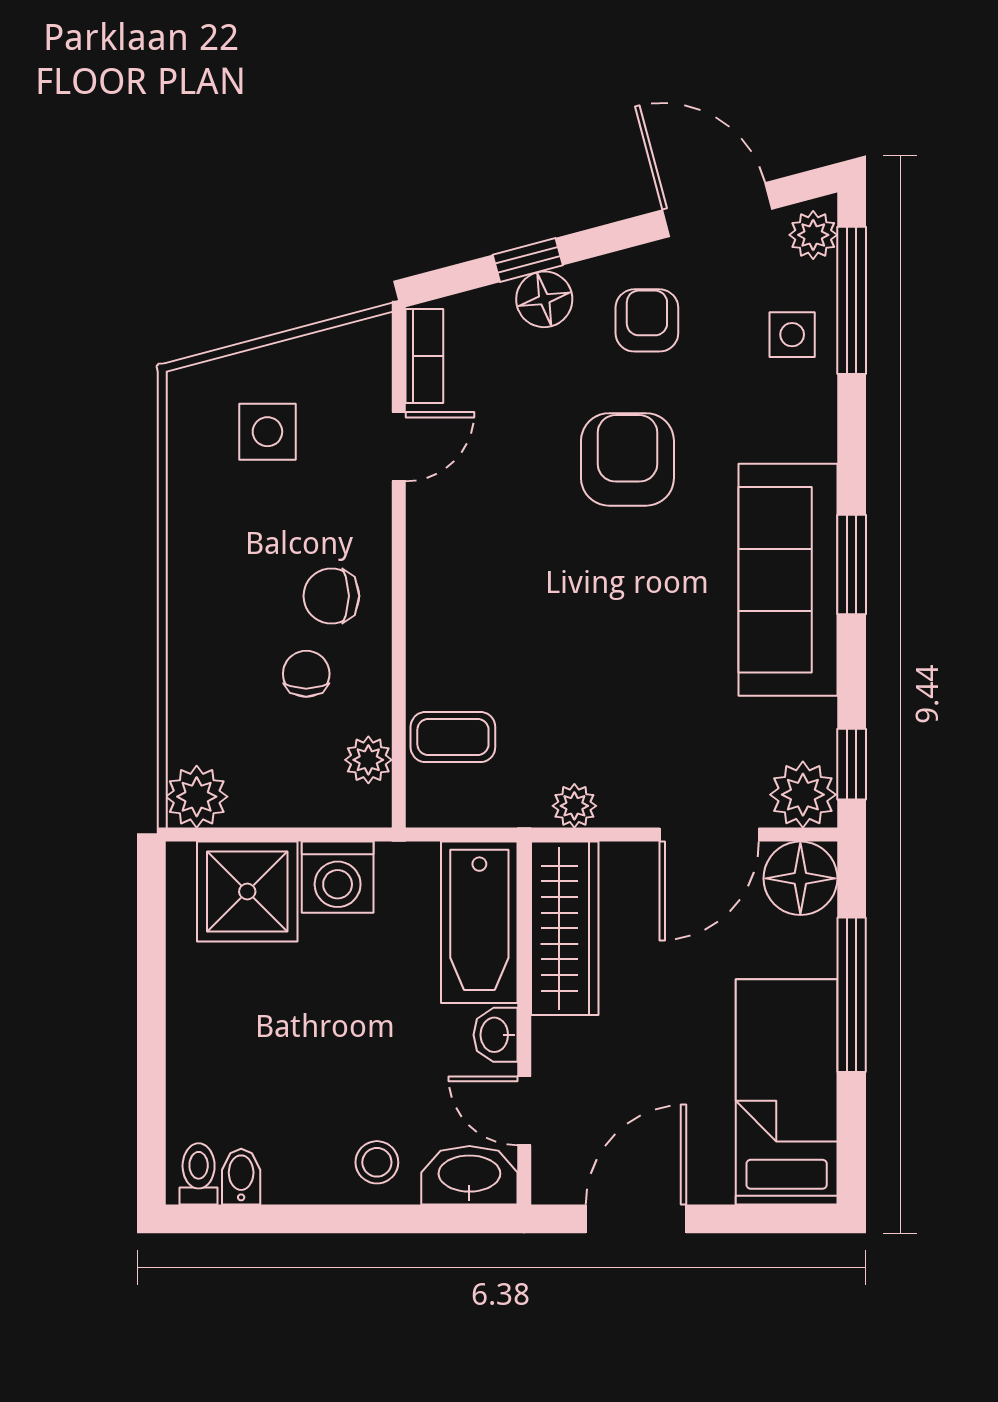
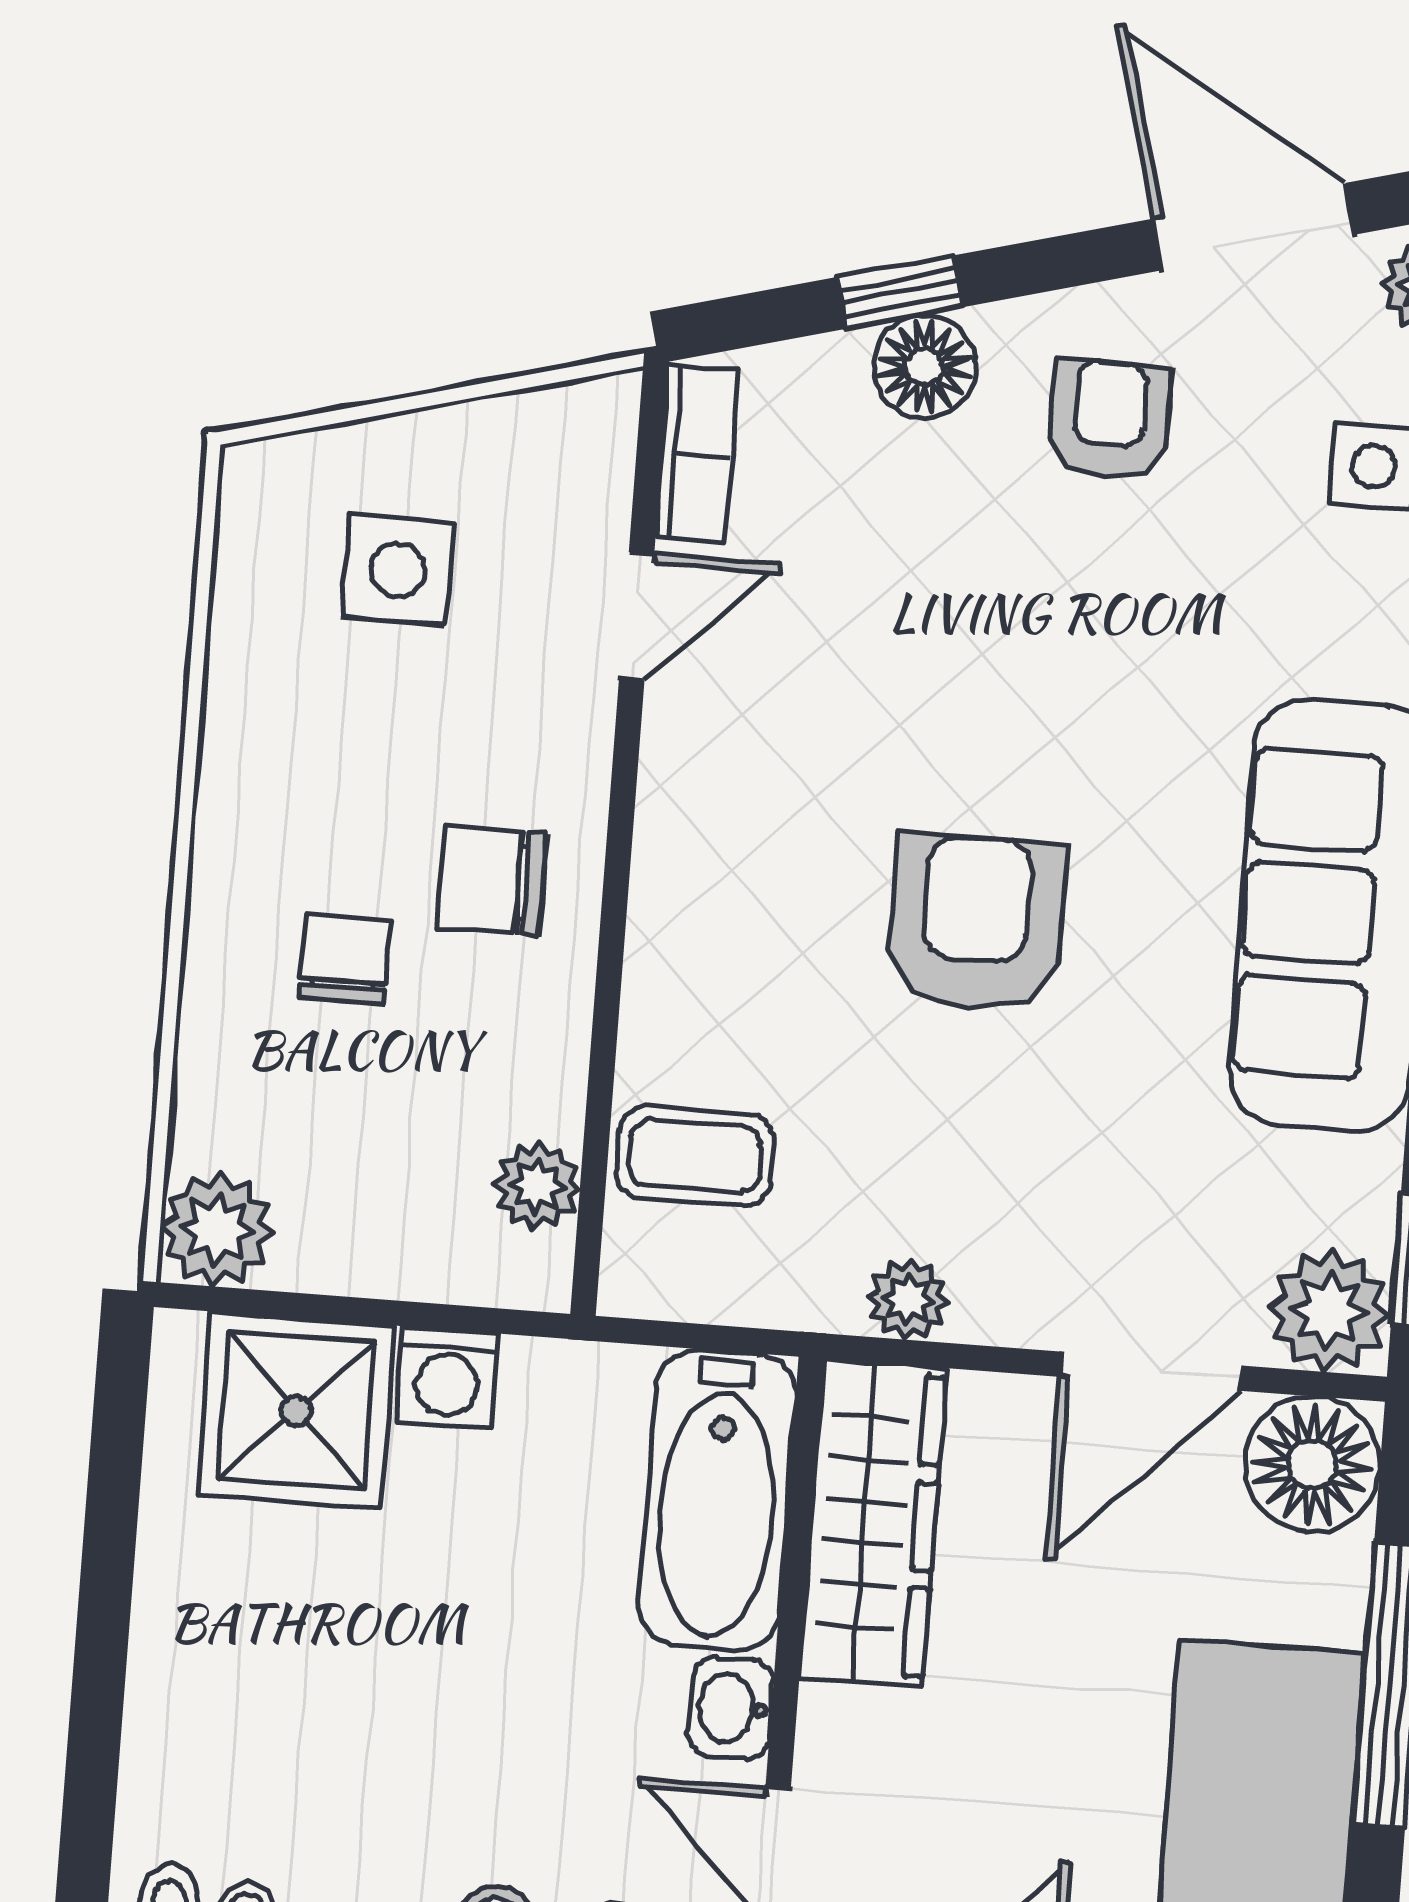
armchair: (627, 459) -> (976, 923), moved
chair: (306, 674) -> (345, 958), moved
washing machine: (338, 877) -> (447, 1377), width x0.73, depth x0.73

